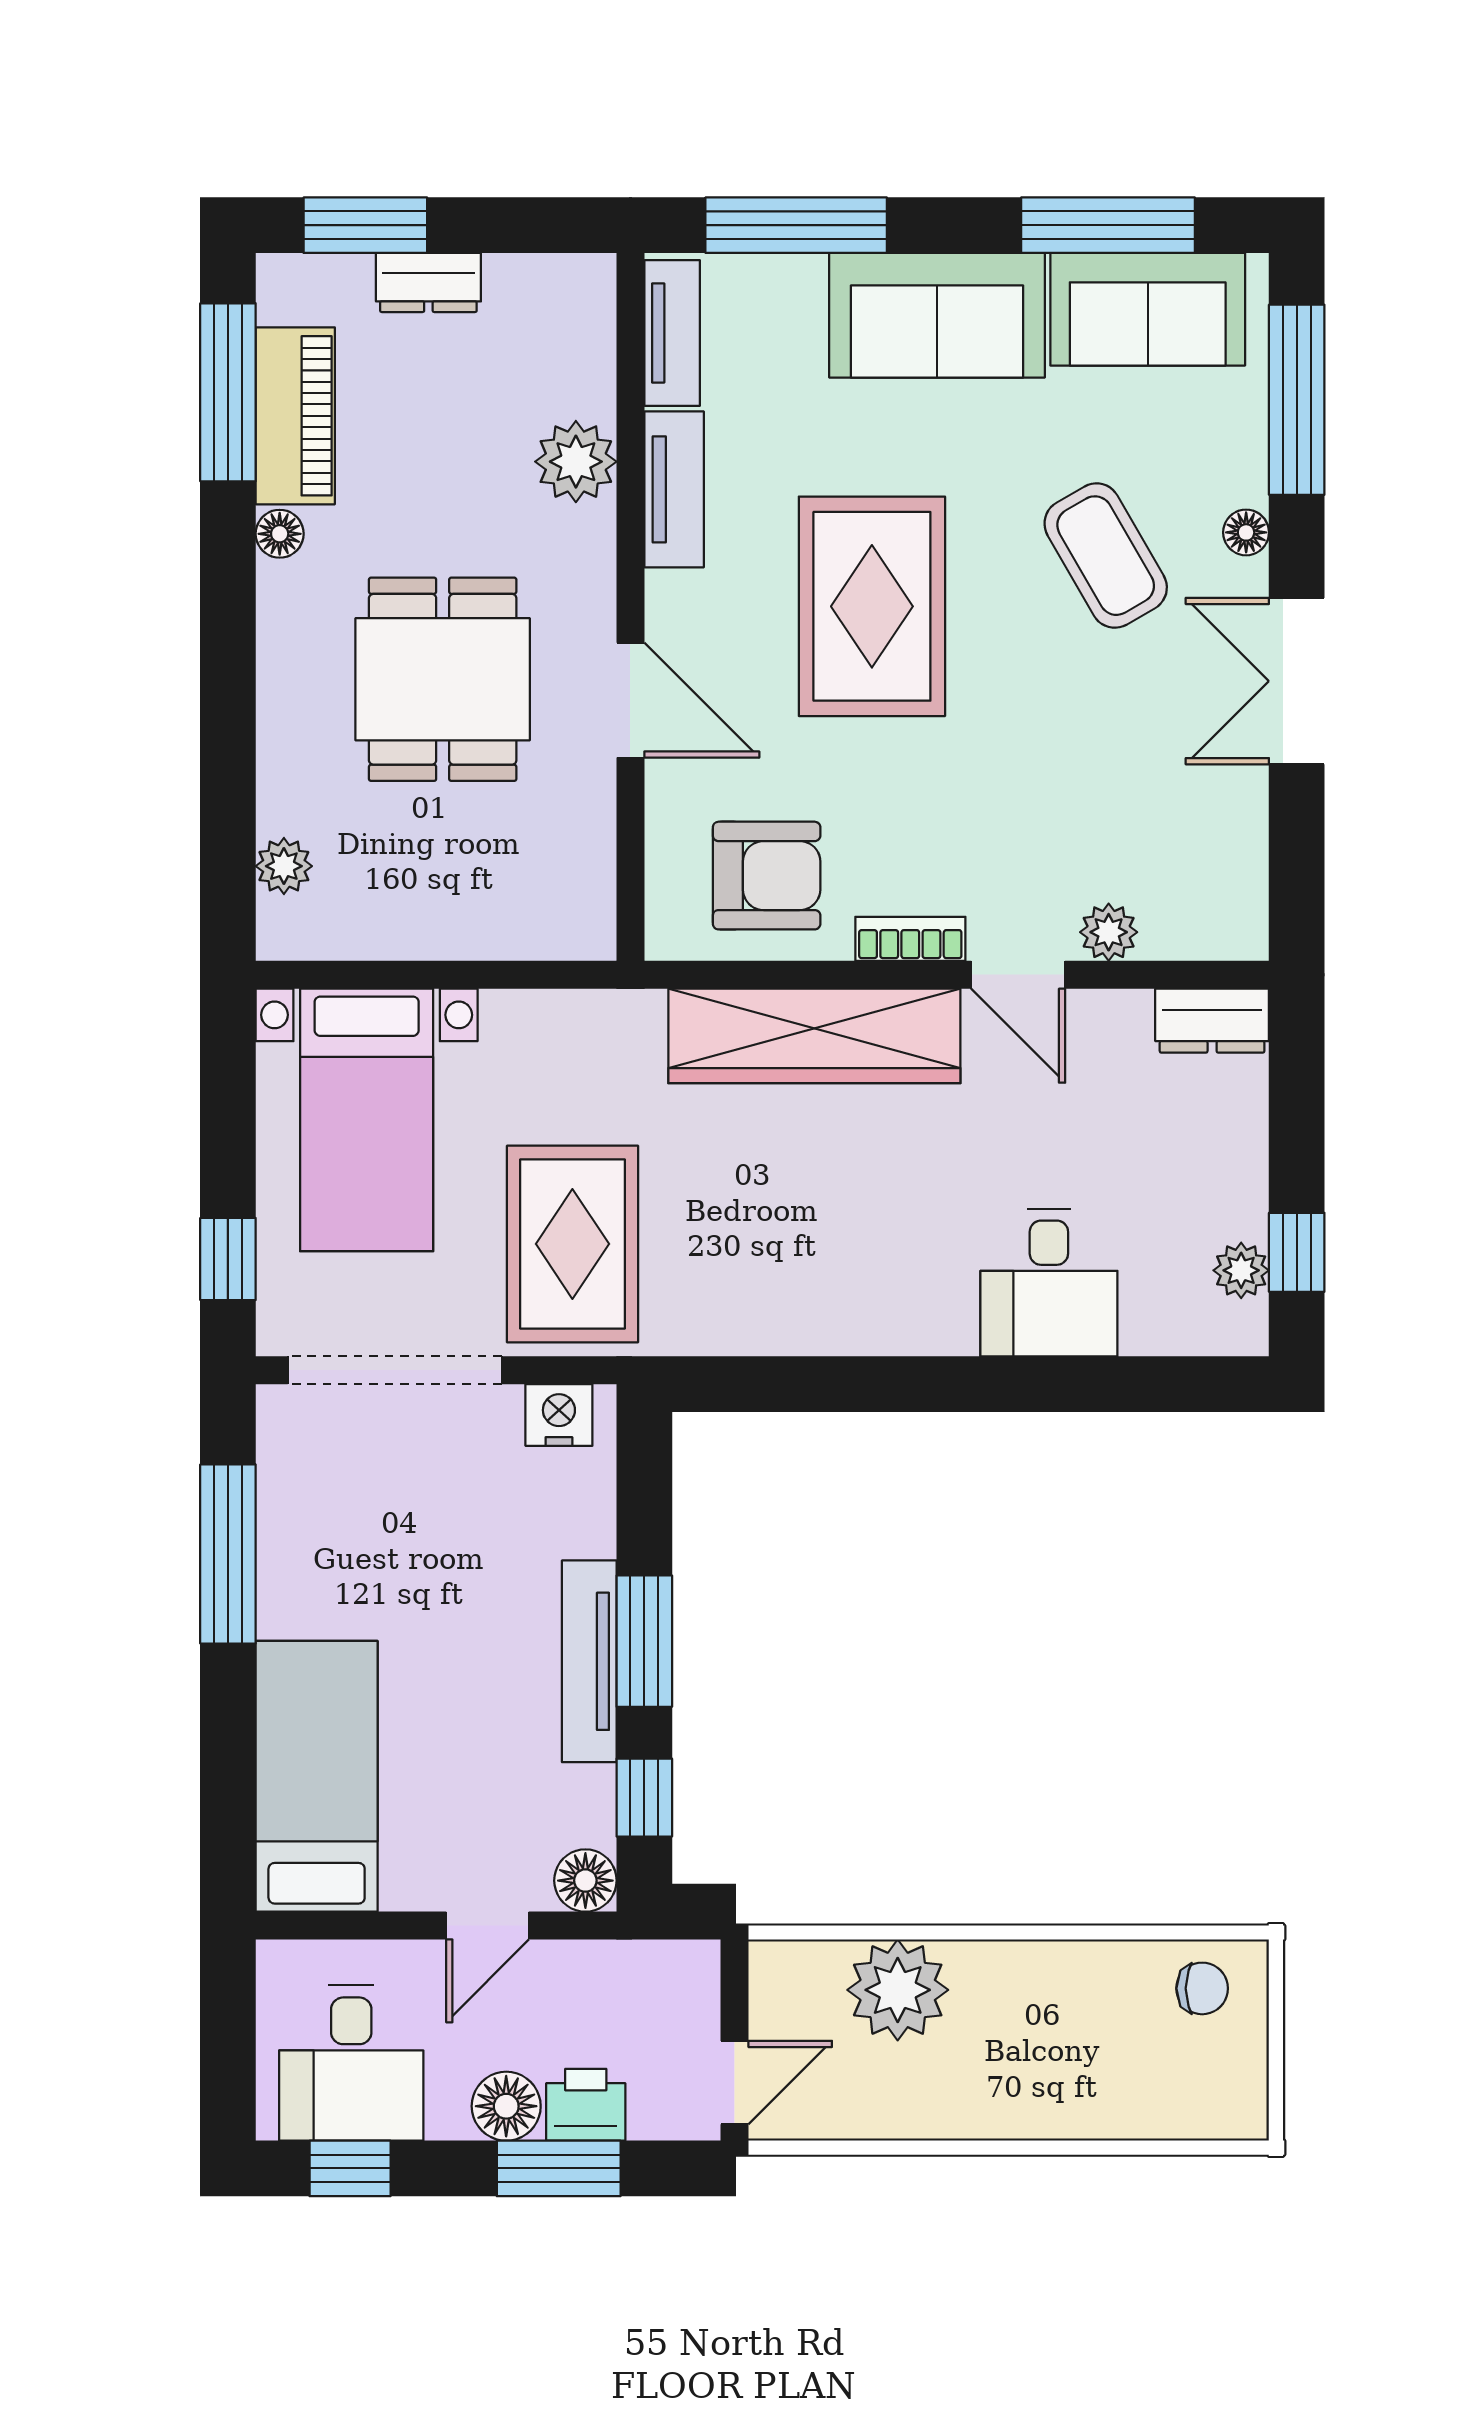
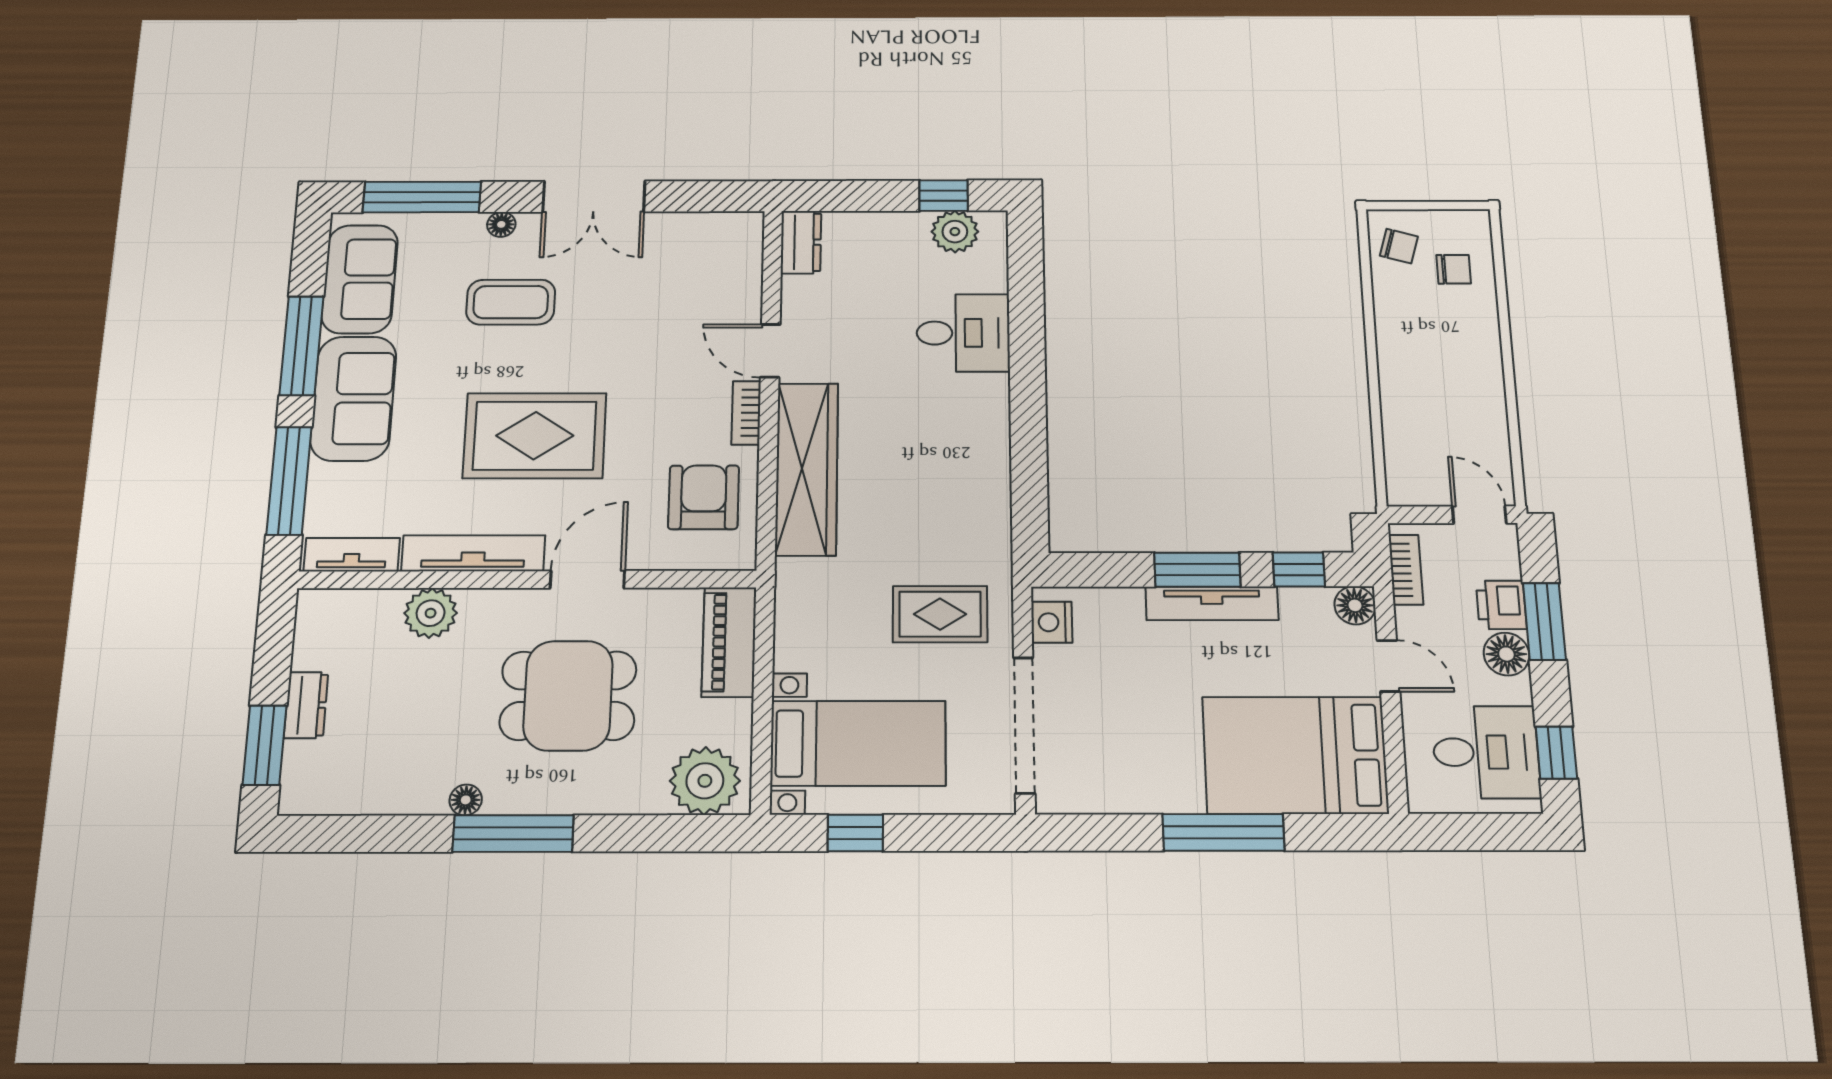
window: (1108, 225) -> (302, 346), moved
window: (228, 392) -> (513, 834), moved
piano: (295, 416) -> (729, 642), moved, turned -90
tv unit: (674, 489) -> (473, 553), width x1.41
coffee table: (1106, 556) -> (511, 302), turned 30
plant: (284, 866) -> (705, 781), width x1.88, depth x1.88
plant: (1109, 932) -> (745, 300), removed
door: (1018, 975) -> (770, 351), swing flipped
rug: (572, 1244) -> (940, 614), width x0.73, depth x0.70
window: (228, 1259) -> (855, 833), moved
plant: (1241, 1270) -> (955, 232), width x1.38, depth x1.38
window: (228, 1554) -> (1223, 832), moved
bed: (317, 1776) -> (1295, 755), width x1.50
bookcase: (644, 1962) -> (1406, 570), added
chair: (1202, 1988) -> (1399, 246), turned 106
plant: (898, 1990) -> (1413, 419), removed
chair: (1160, 2074) -> (1454, 269), added

